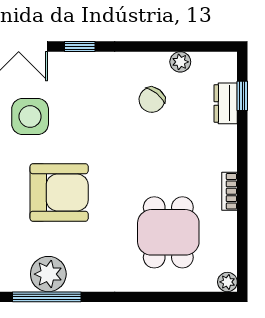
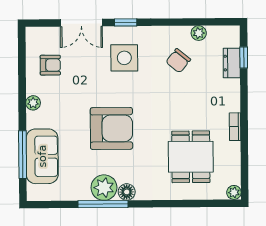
side table: (30, 117) -> (124, 58), moved
floor lamp: (80, 280) -> (127, 192), added

